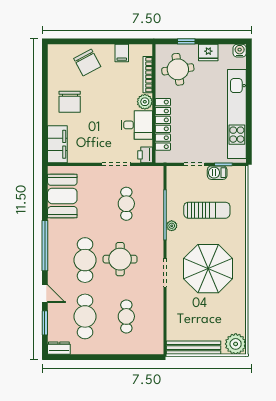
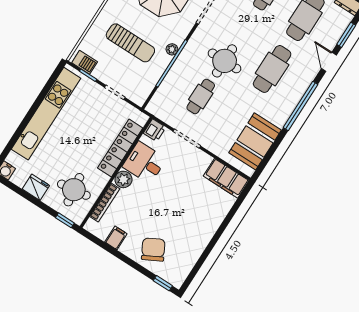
window: (63, 41) -> (163, 283), added
window: (186, 41) -> (65, 220), moved
chair: (70, 102) -> (193, 224), removed
filing cabinet: (57, 144) -> (226, 178), moved, turned -90
barbecue: (217, 173) -> (85, 62), moved
sun lounger: (207, 210) -> (130, 43), turned 180
round table: (120, 259) -> (225, 61), moved

